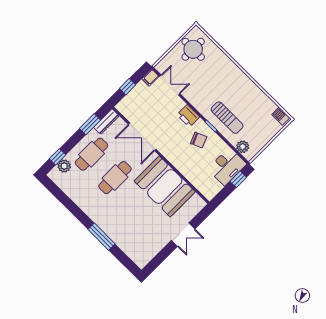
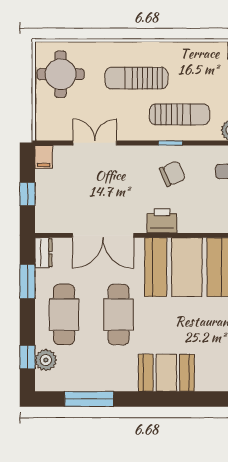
sun lounger: (224, 83) -> (136, 78), added
double door: (170, 85) -> (95, 143), moved
printer: (188, 116) -> (162, 221), moved, turned 180
dresser: (106, 122) -> (43, 253), width x0.70
booth: (111, 223) -> (166, 373), added
window: (102, 237) -> (89, 399), moved

